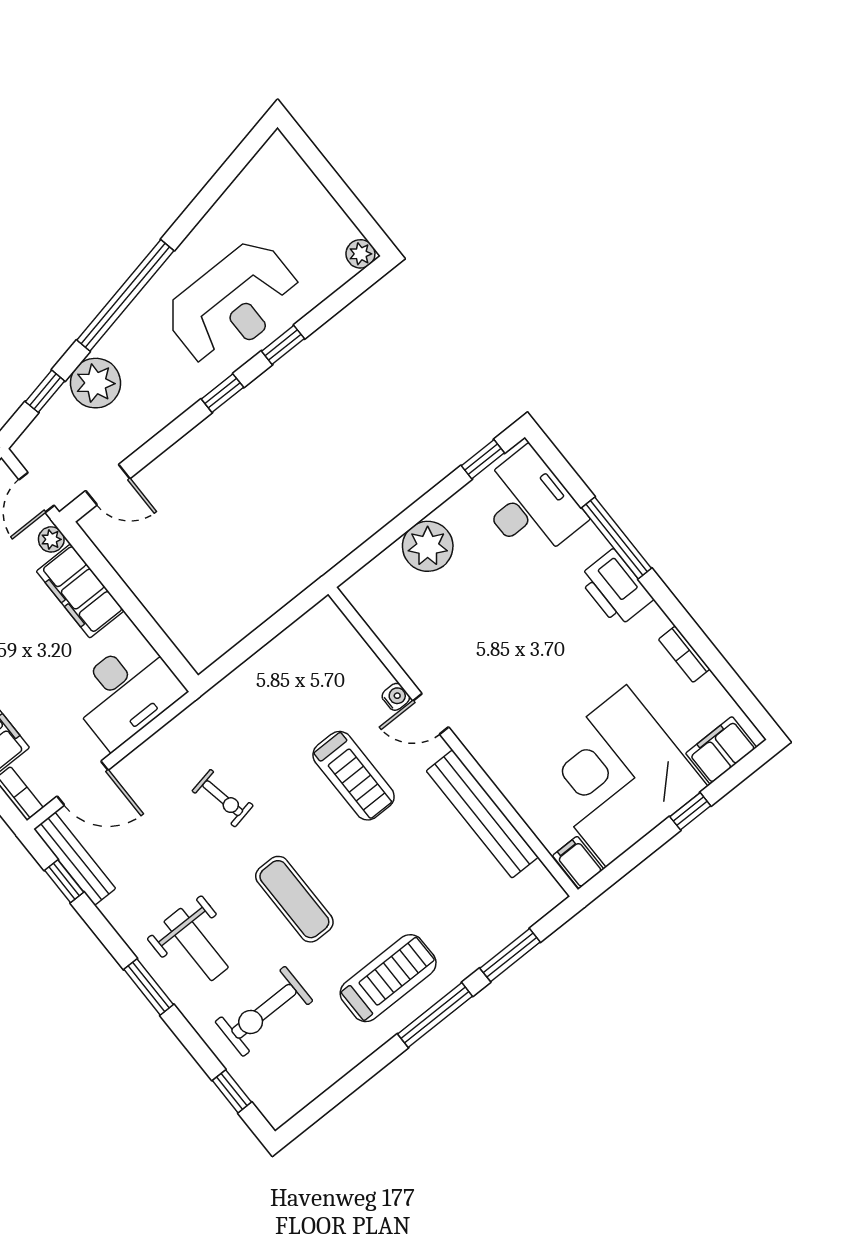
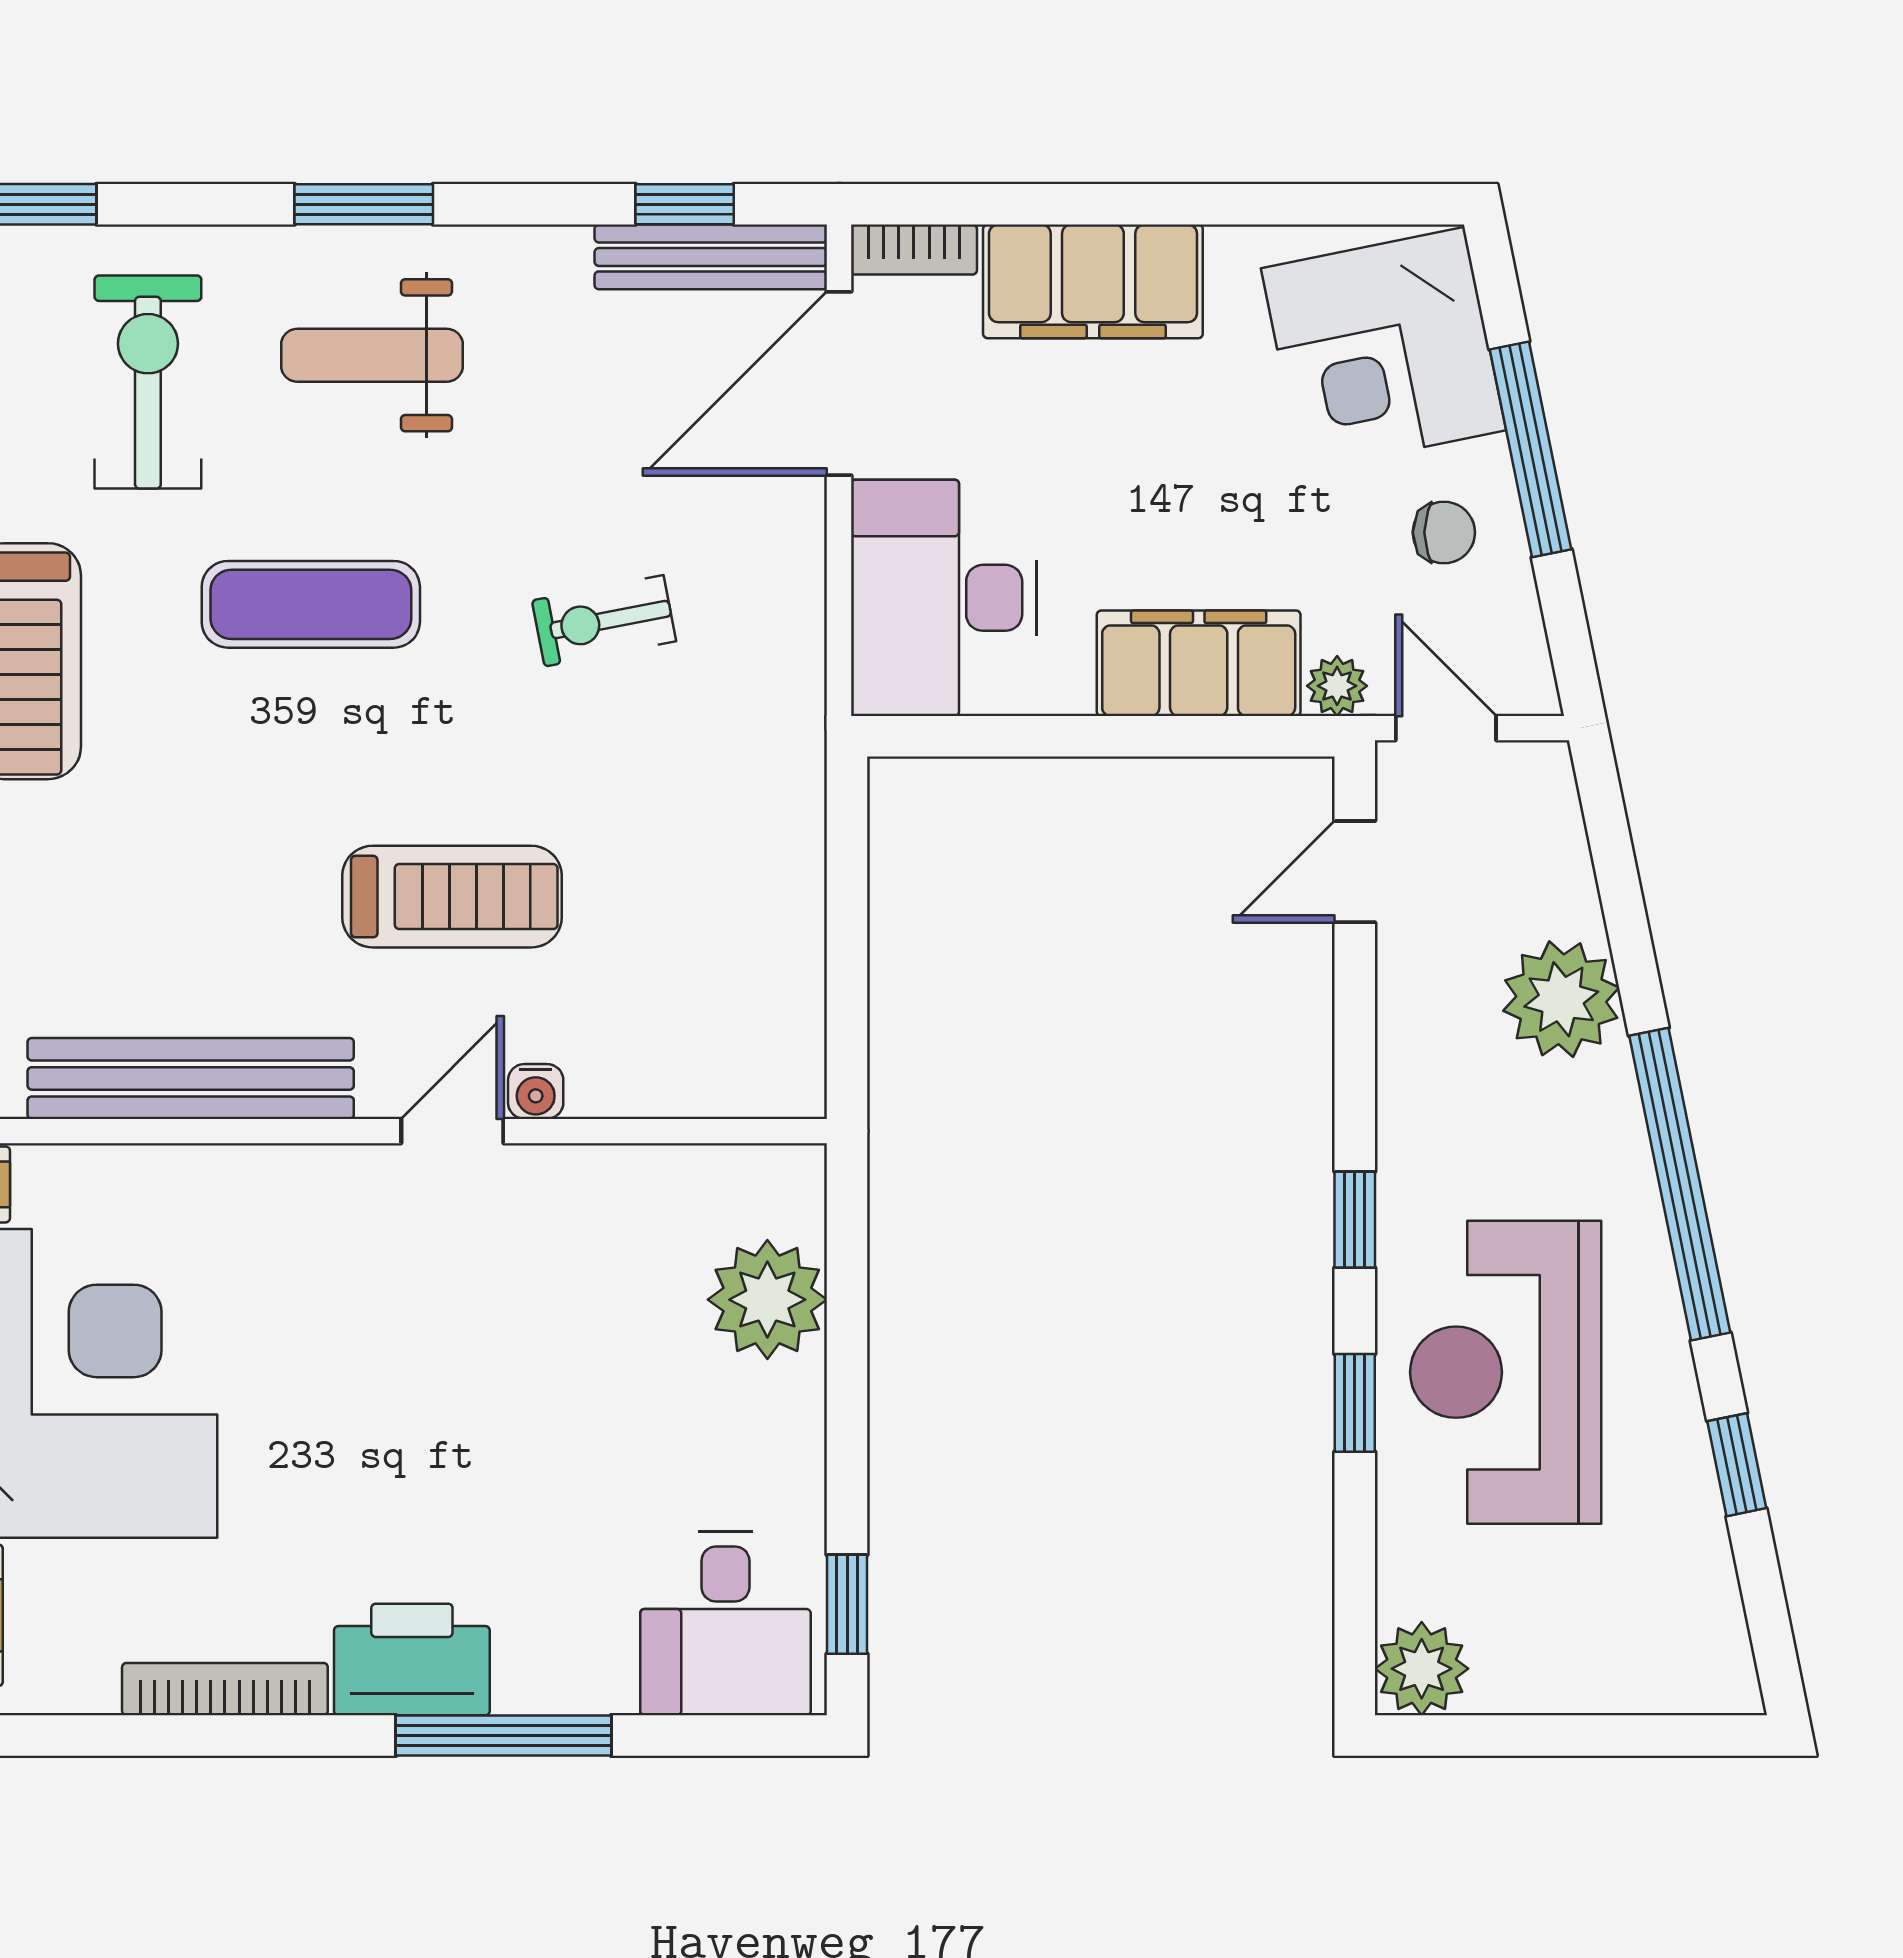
plant: (360, 254) -> (1422, 1669), width x1.38, depth x1.38
window: (45, 391) -> (1737, 1465), moved
desk: (530, 505) -> (725, 1624), width x0.73
plant: (428, 546) -> (767, 1300), moved
bookcase: (684, 654) -> (225, 1689), width x1.56
treadmill: (354, 776) -> (452, 897), turned 180
door: (83, 783) -> (839, 383), width x1.36

